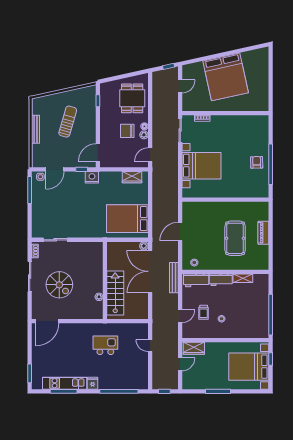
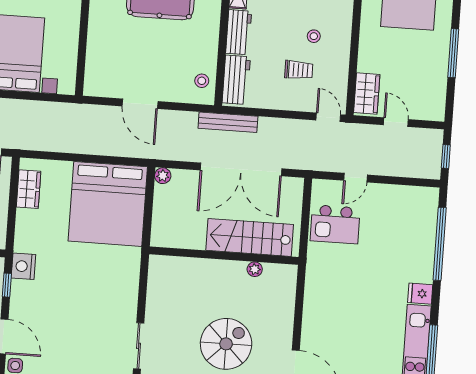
bed: (127, 219) -> (108, 204), width x1.36
double door: (150, 271) -> (241, 169), moved
door: (180, 316) -> (328, 117), moved
kitchen island: (105, 345) -> (335, 224), moved, turned -90

